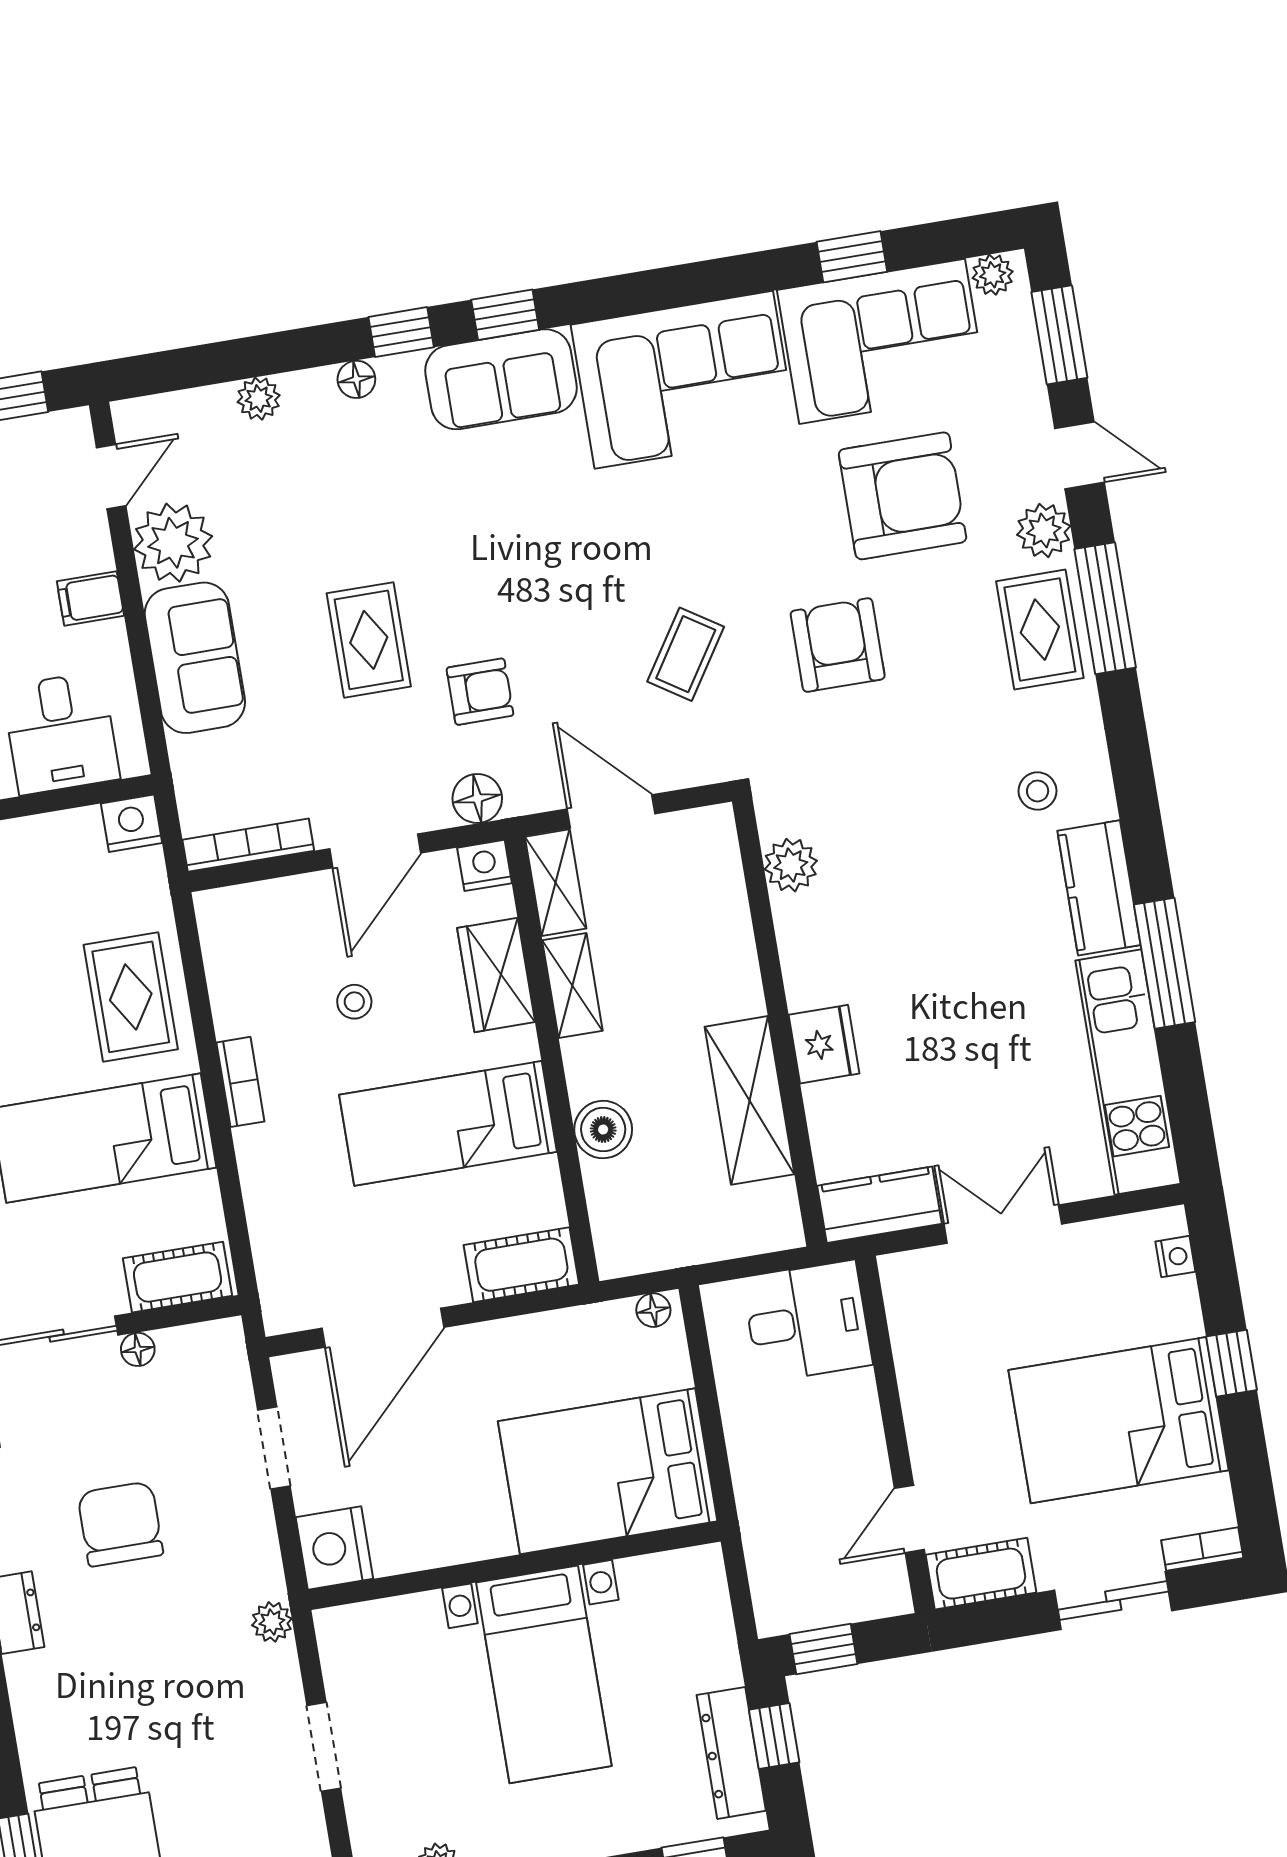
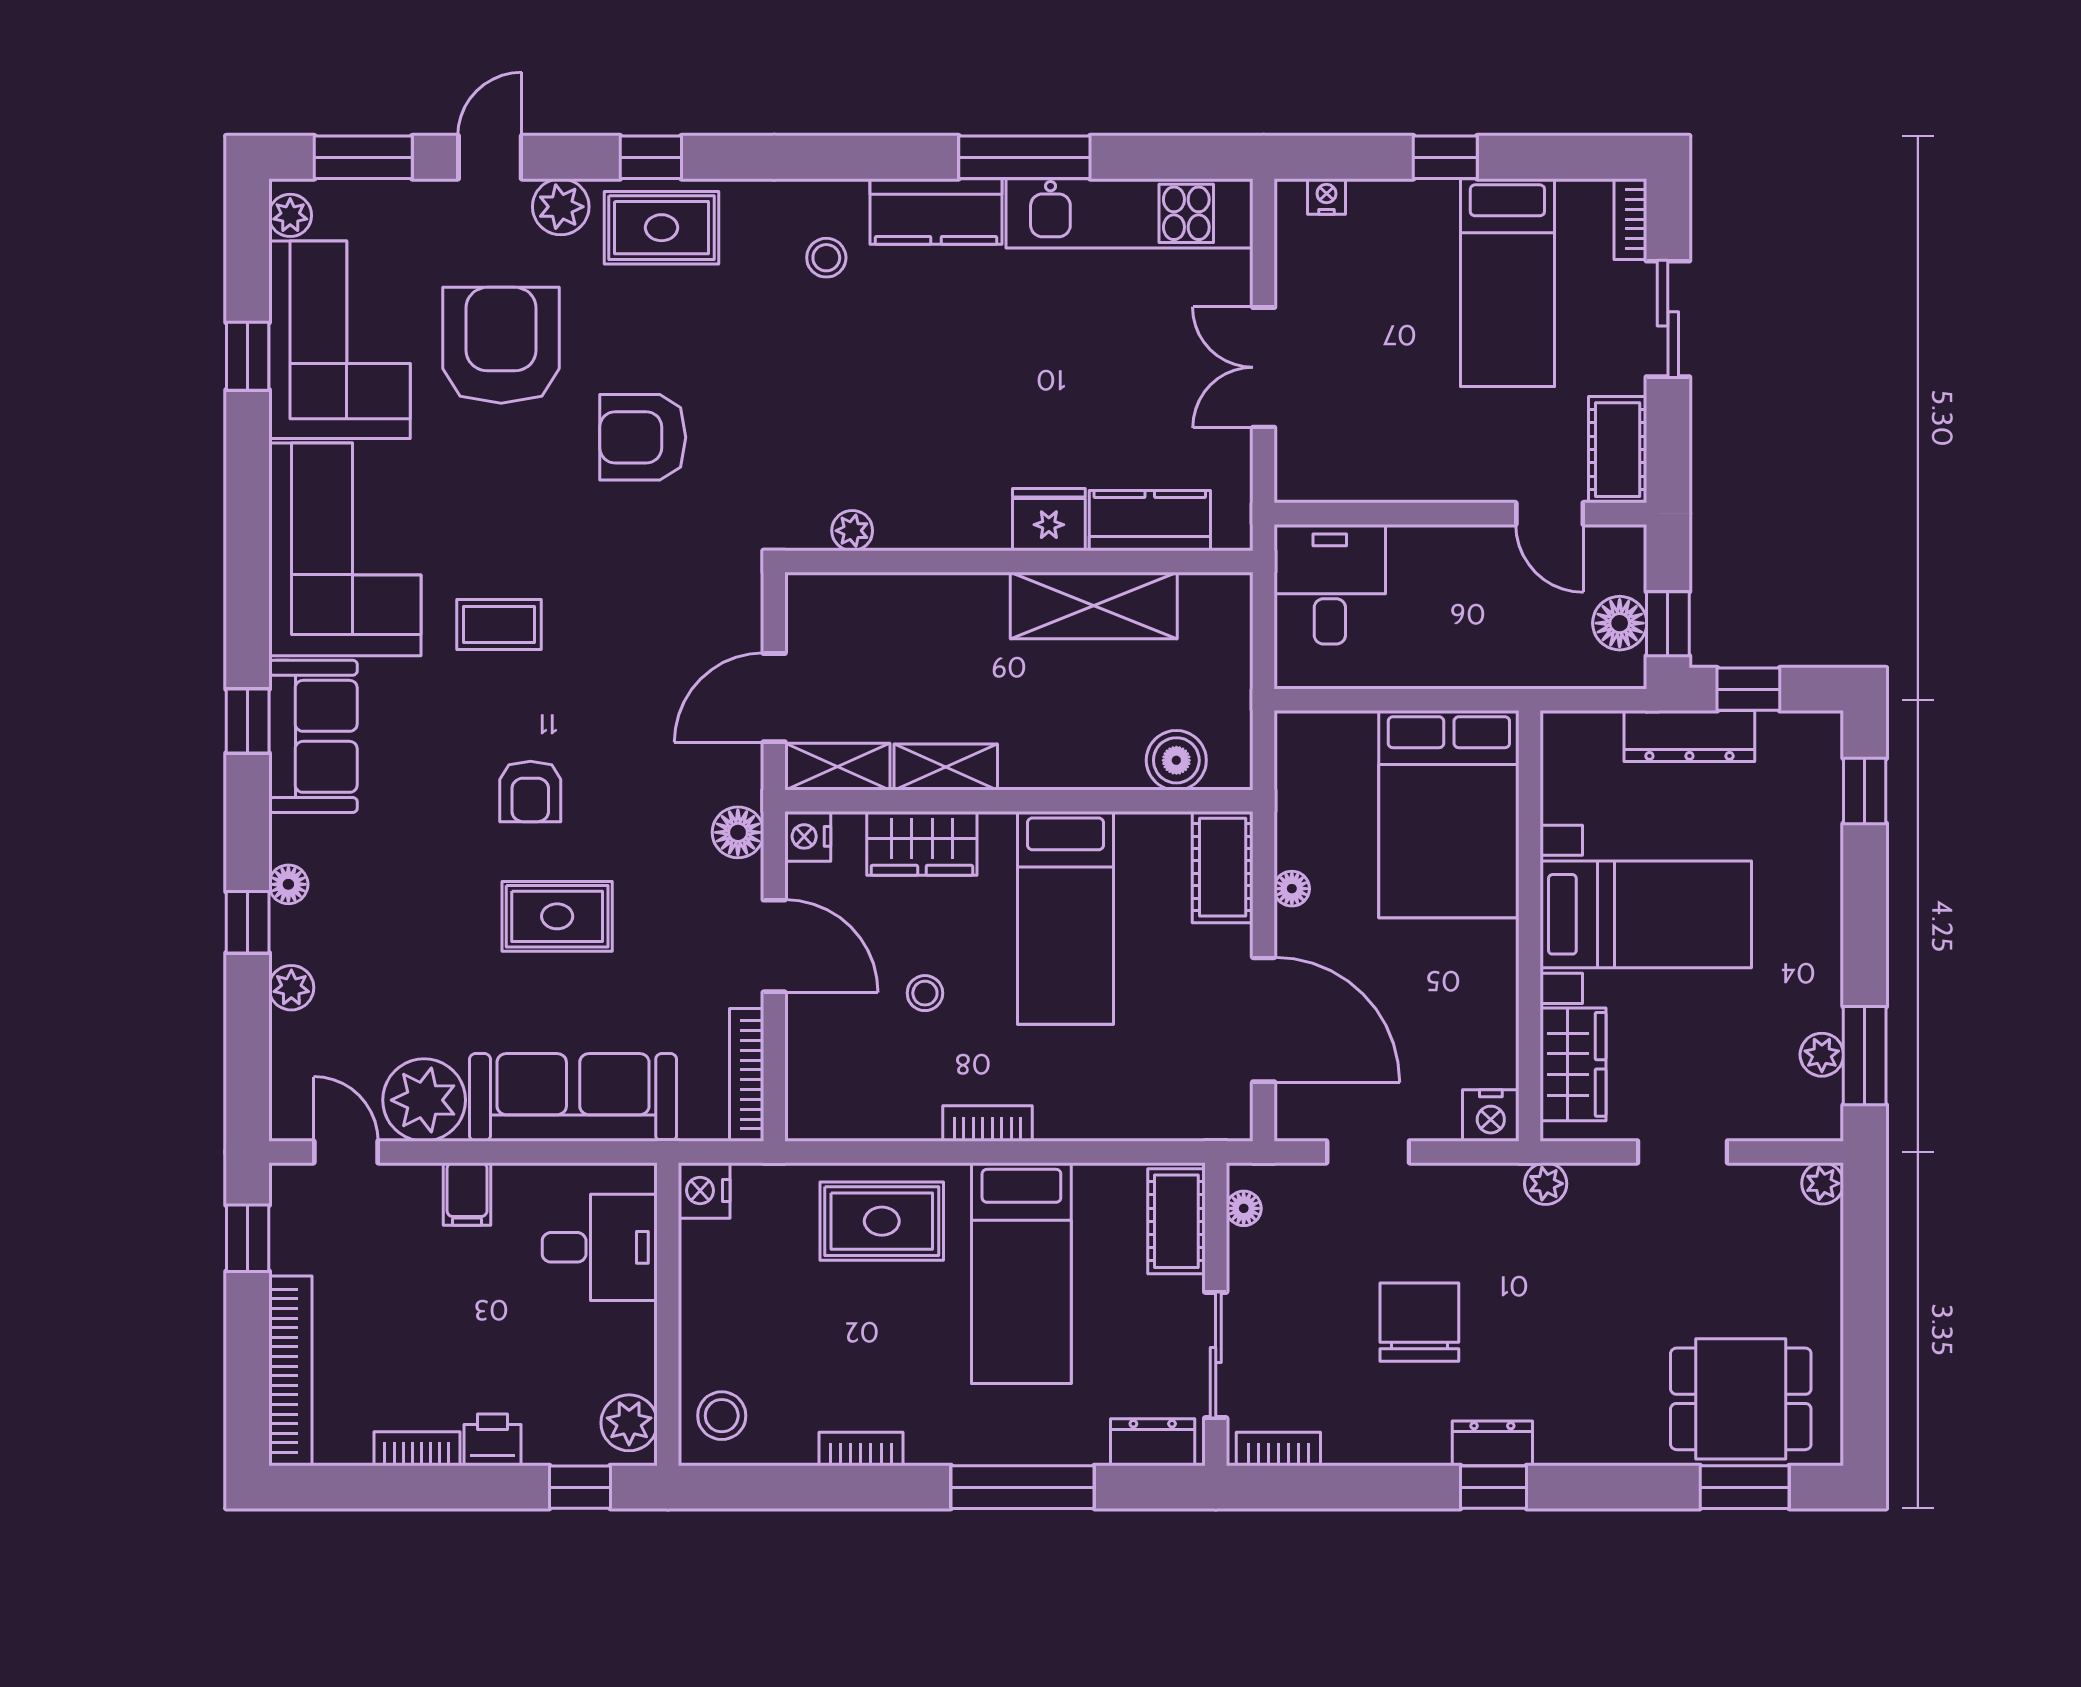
window: (401, 332) -> (248, 922), moved
window: (1105, 608) -> (651, 157), width x0.46
coffee table: (686, 654) -> (499, 625), moved, turned -33
sofa: (195, 658) -> (573, 1097), width x1.36
armchair: (480, 692) -> (530, 791), moved, turned 180
plant: (791, 865) -> (852, 531), width x0.73, depth x0.73
boiler: (603, 1130) -> (1176, 760), moved
kitchen counter: (879, 1205) -> (1150, 521), moved, turned 90
floor lamp: (653, 1310) -> (1292, 889), moved
floor lamp: (138, 1349) -> (1244, 1208), moved
bed: (1119, 1420) -> (1507, 283), width x0.67
chair: (120, 1524) -> (1419, 1322), turned 90
nightstand: (334, 1548) -> (1491, 1115), width x0.74, depth x0.75
floor lamp: (816, 1603) -> (1620, 623), added
wardrobe: (390, 1629) -> (1573, 1064), added
dresser: (731, 1753) -> (1689, 736), moved

